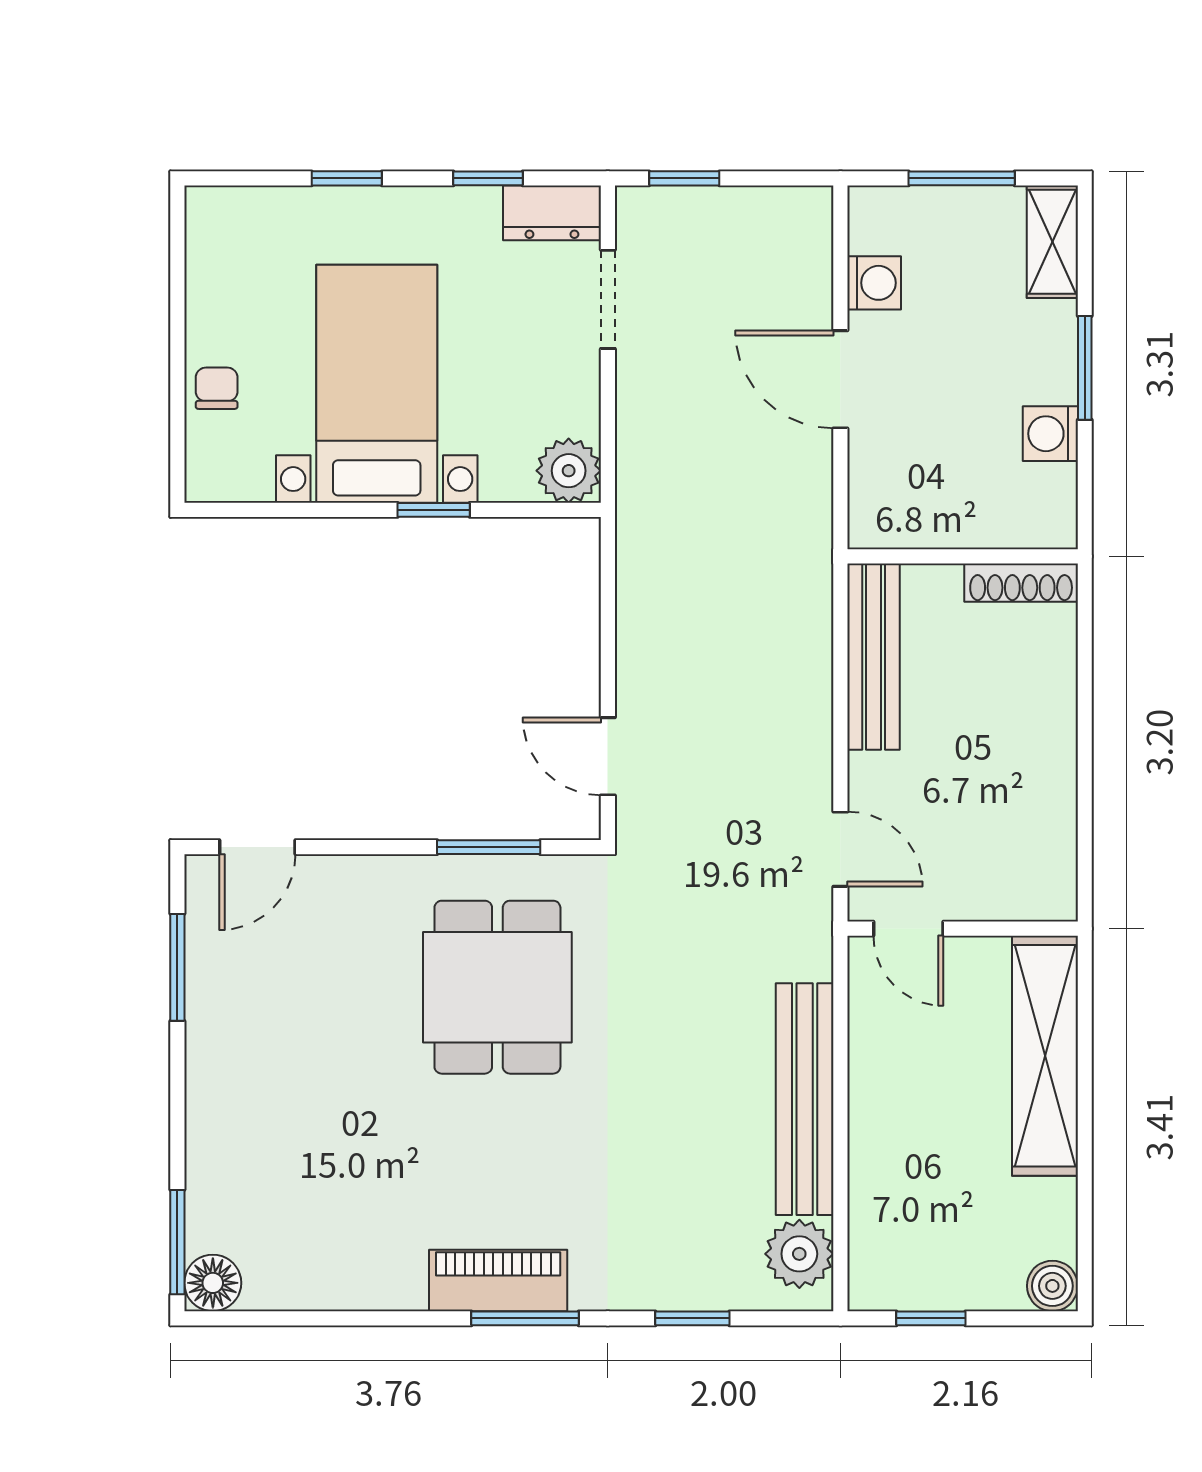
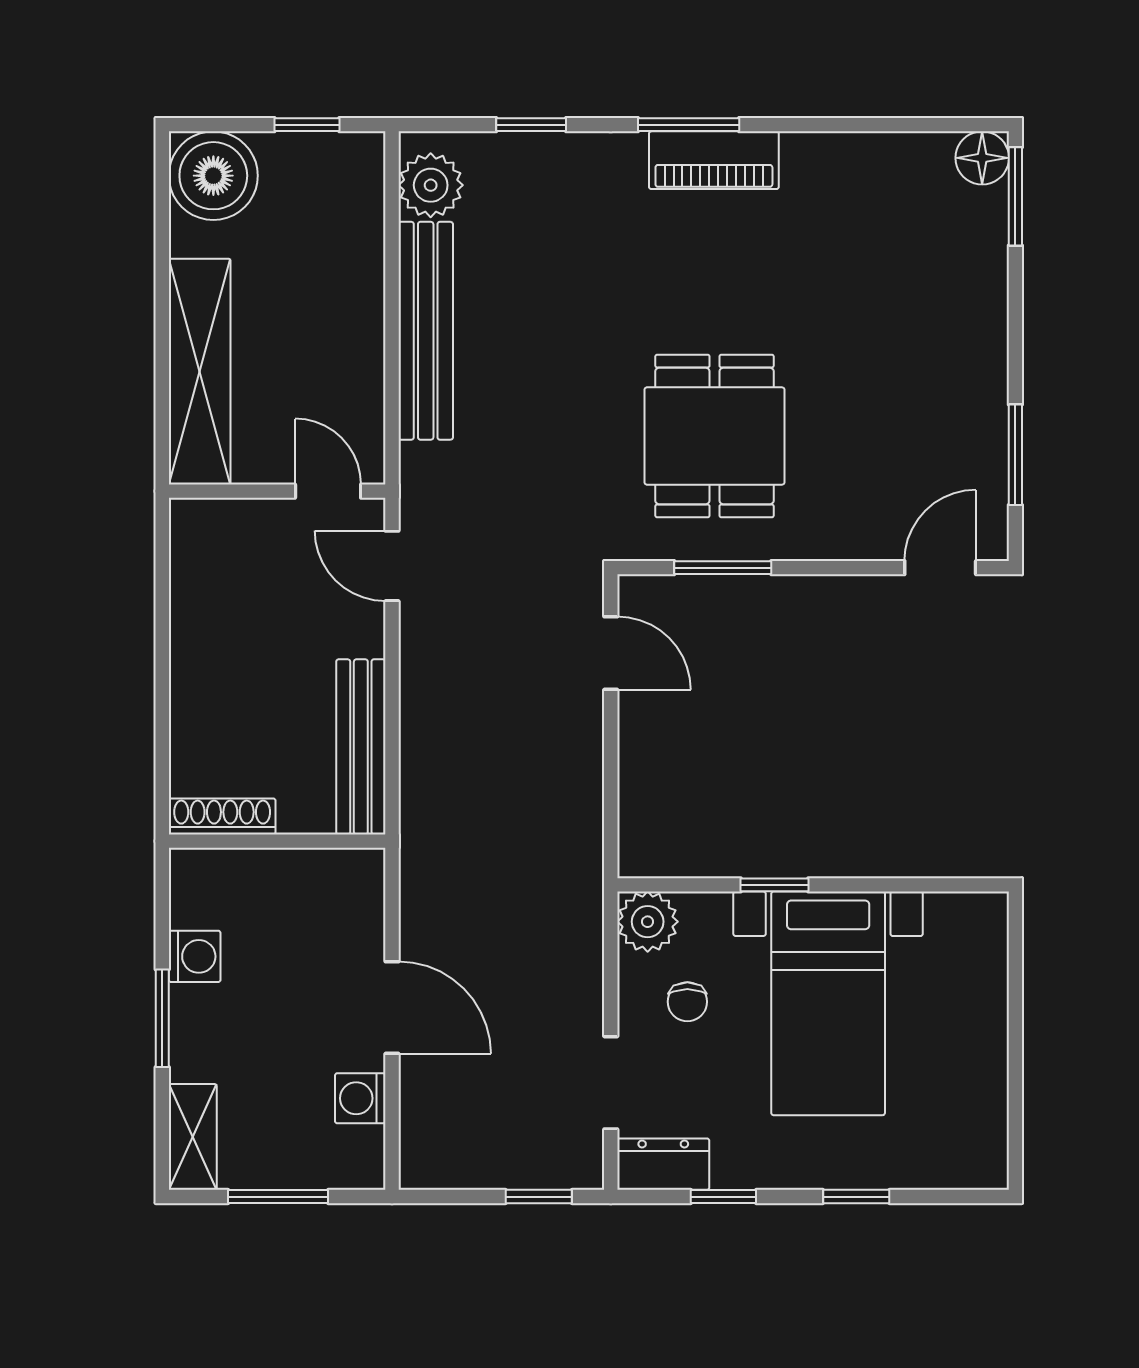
chair: (217, 388) -> (687, 1002), moved
boiler: (1052, 1286) -> (213, 176), width x1.86, depth x1.86

